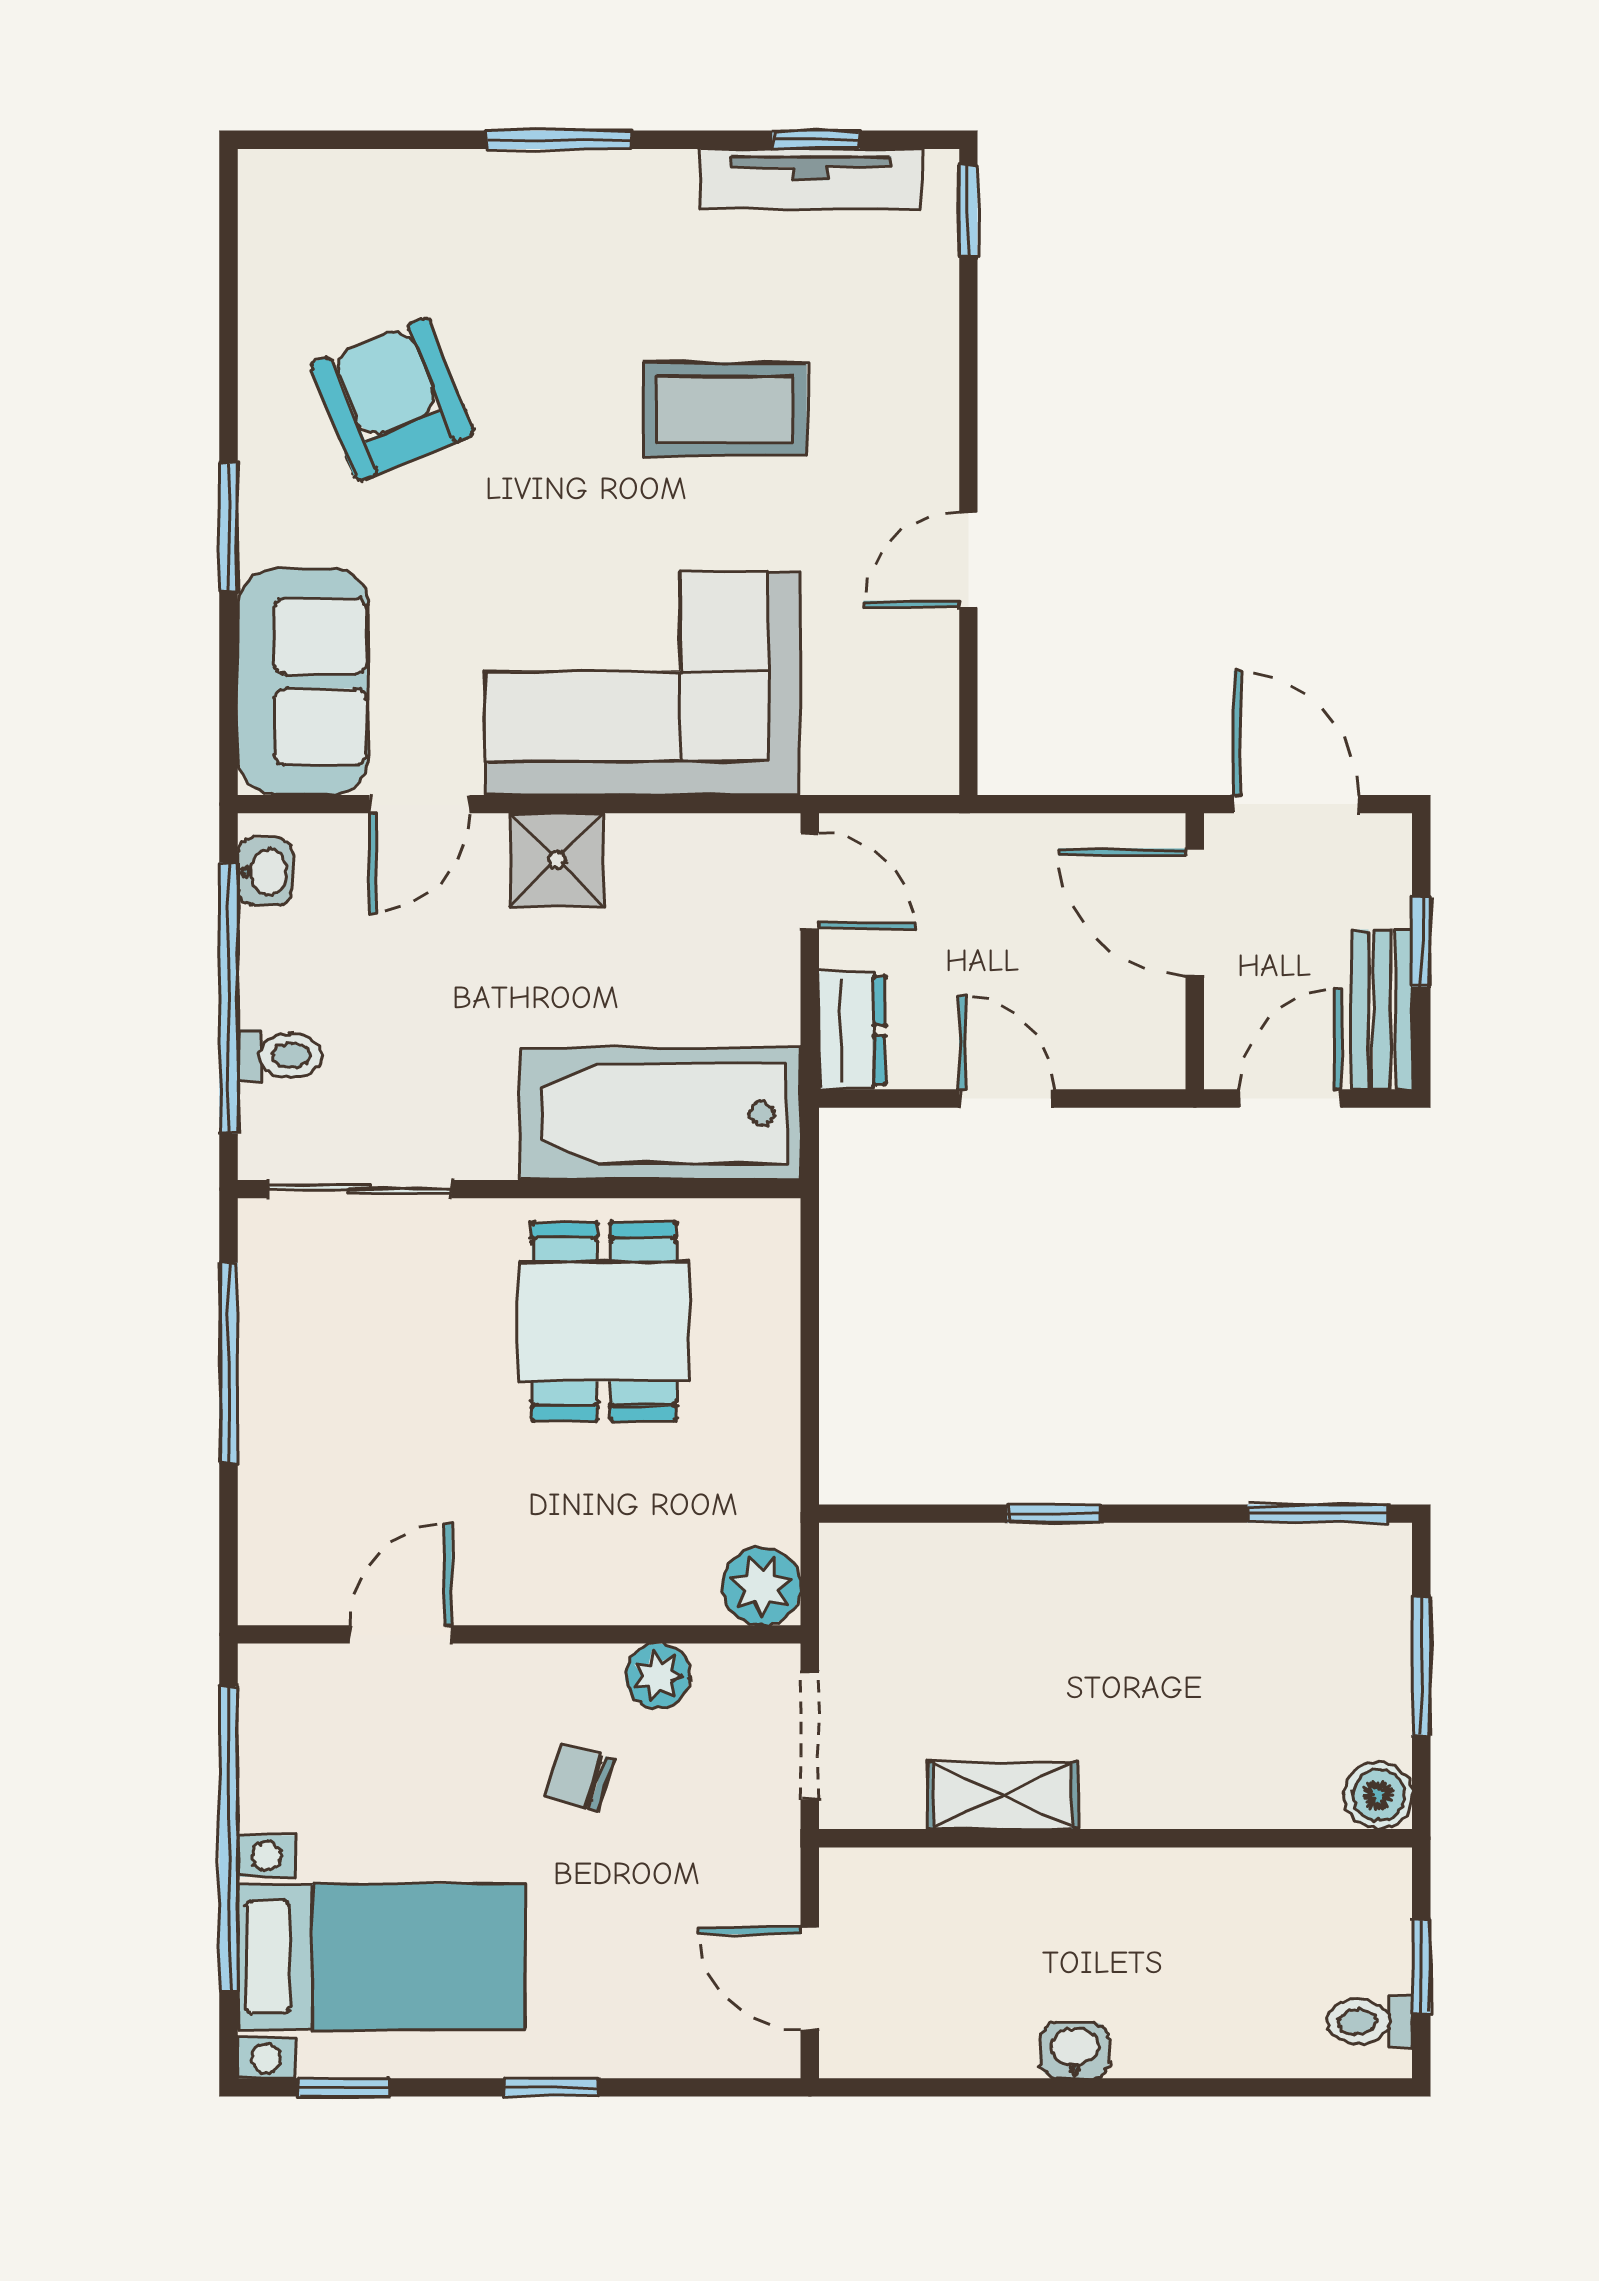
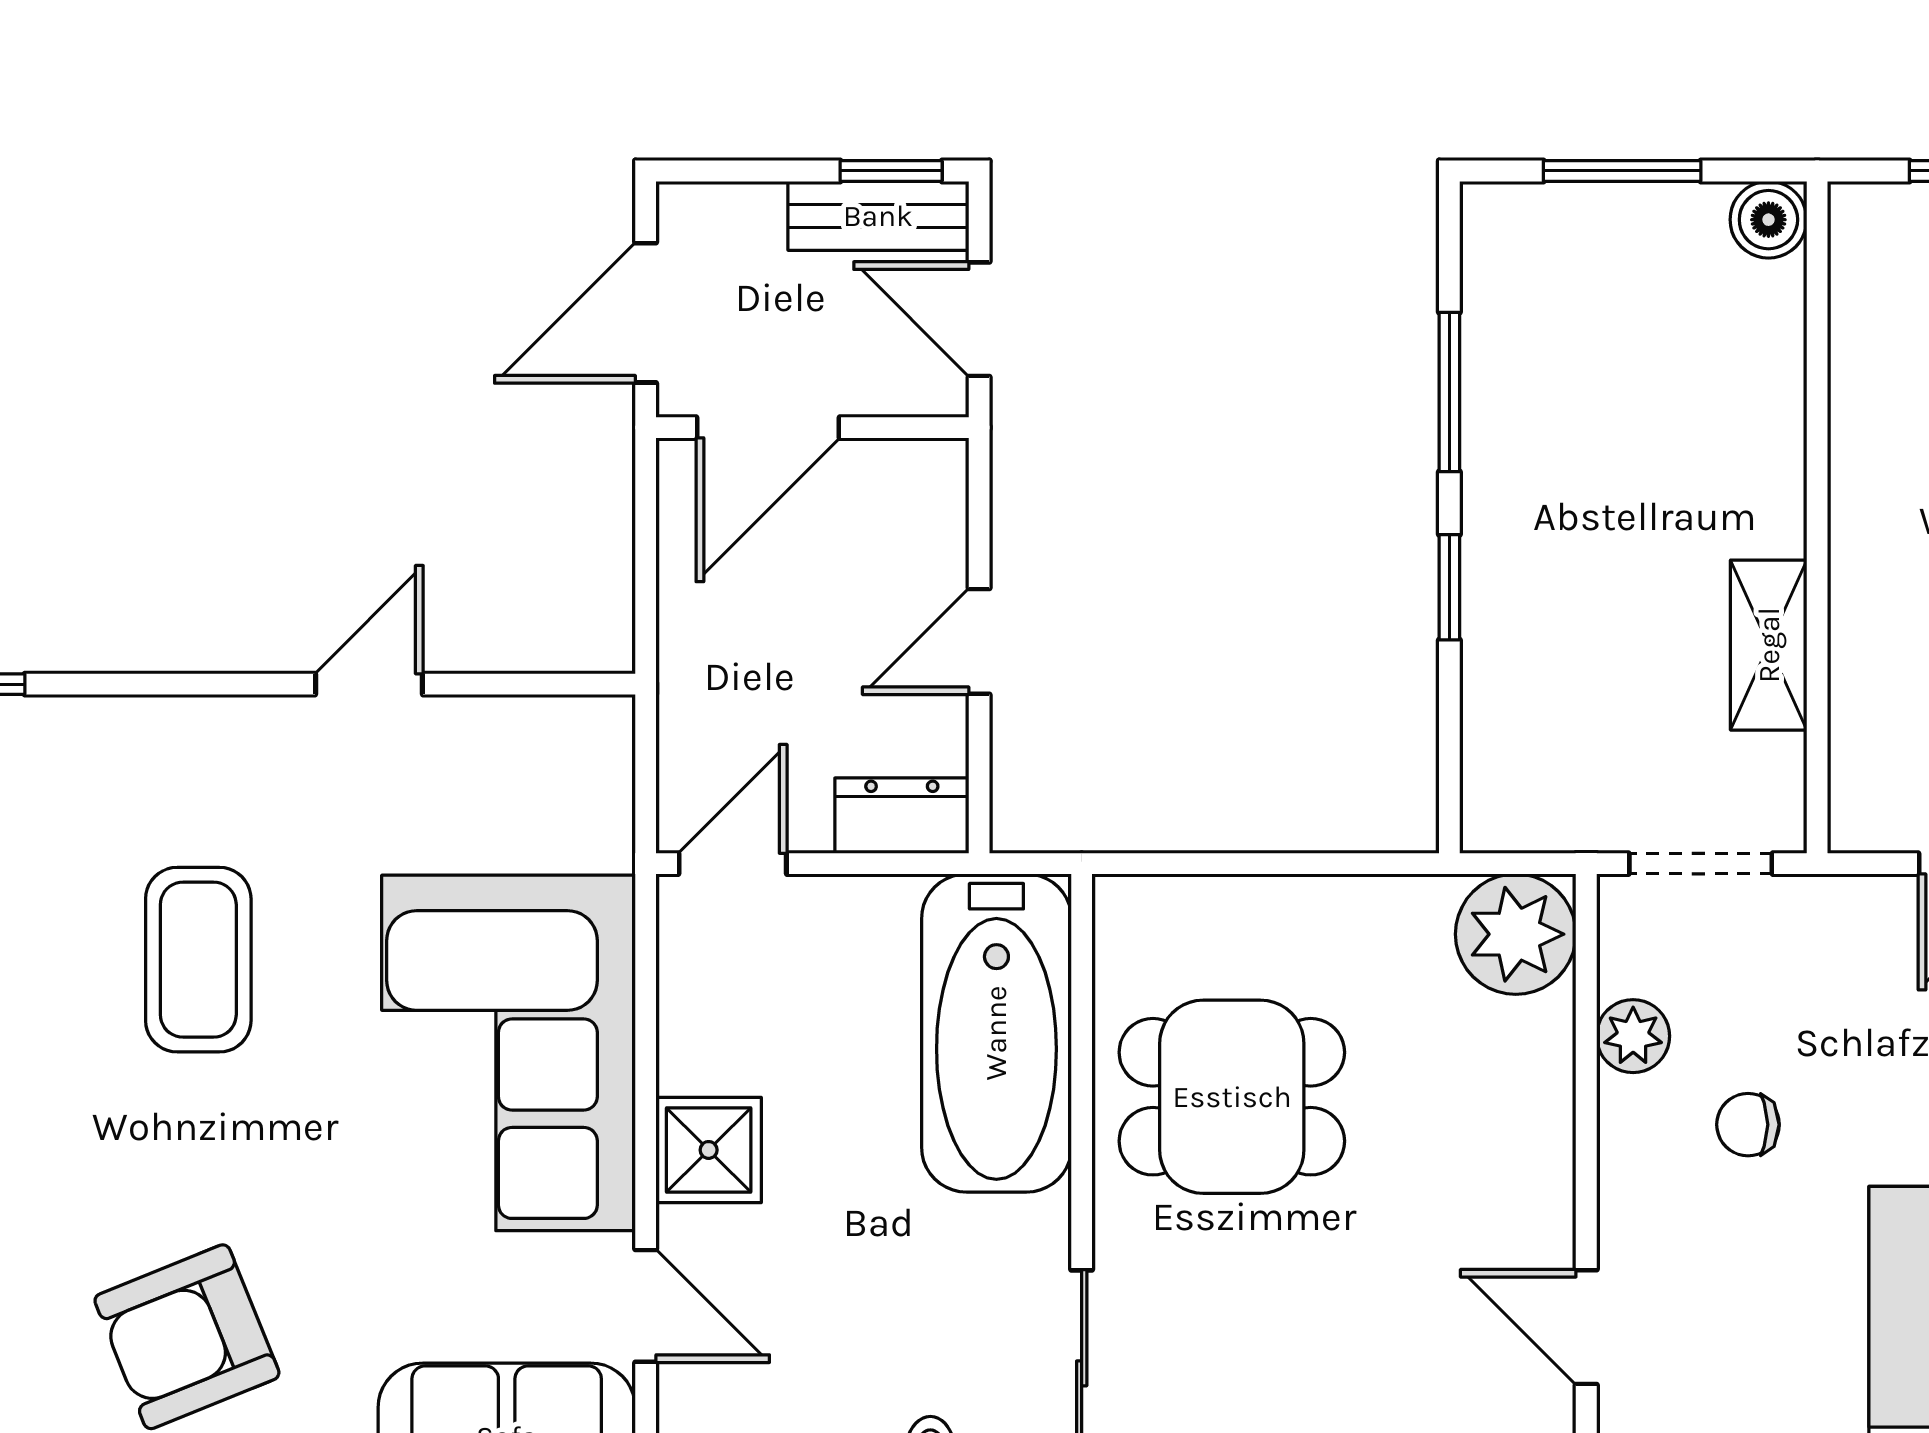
door: (968, 560) -> (369, 684), swing flipped
window: (1421, 942) -> (891, 171), moved
window: (1318, 1514) -> (1449, 392), moved
plant: (762, 1586) -> (1516, 934), width x1.36, depth x1.36
chair: (579, 1777) -> (1748, 1125), turned 73

